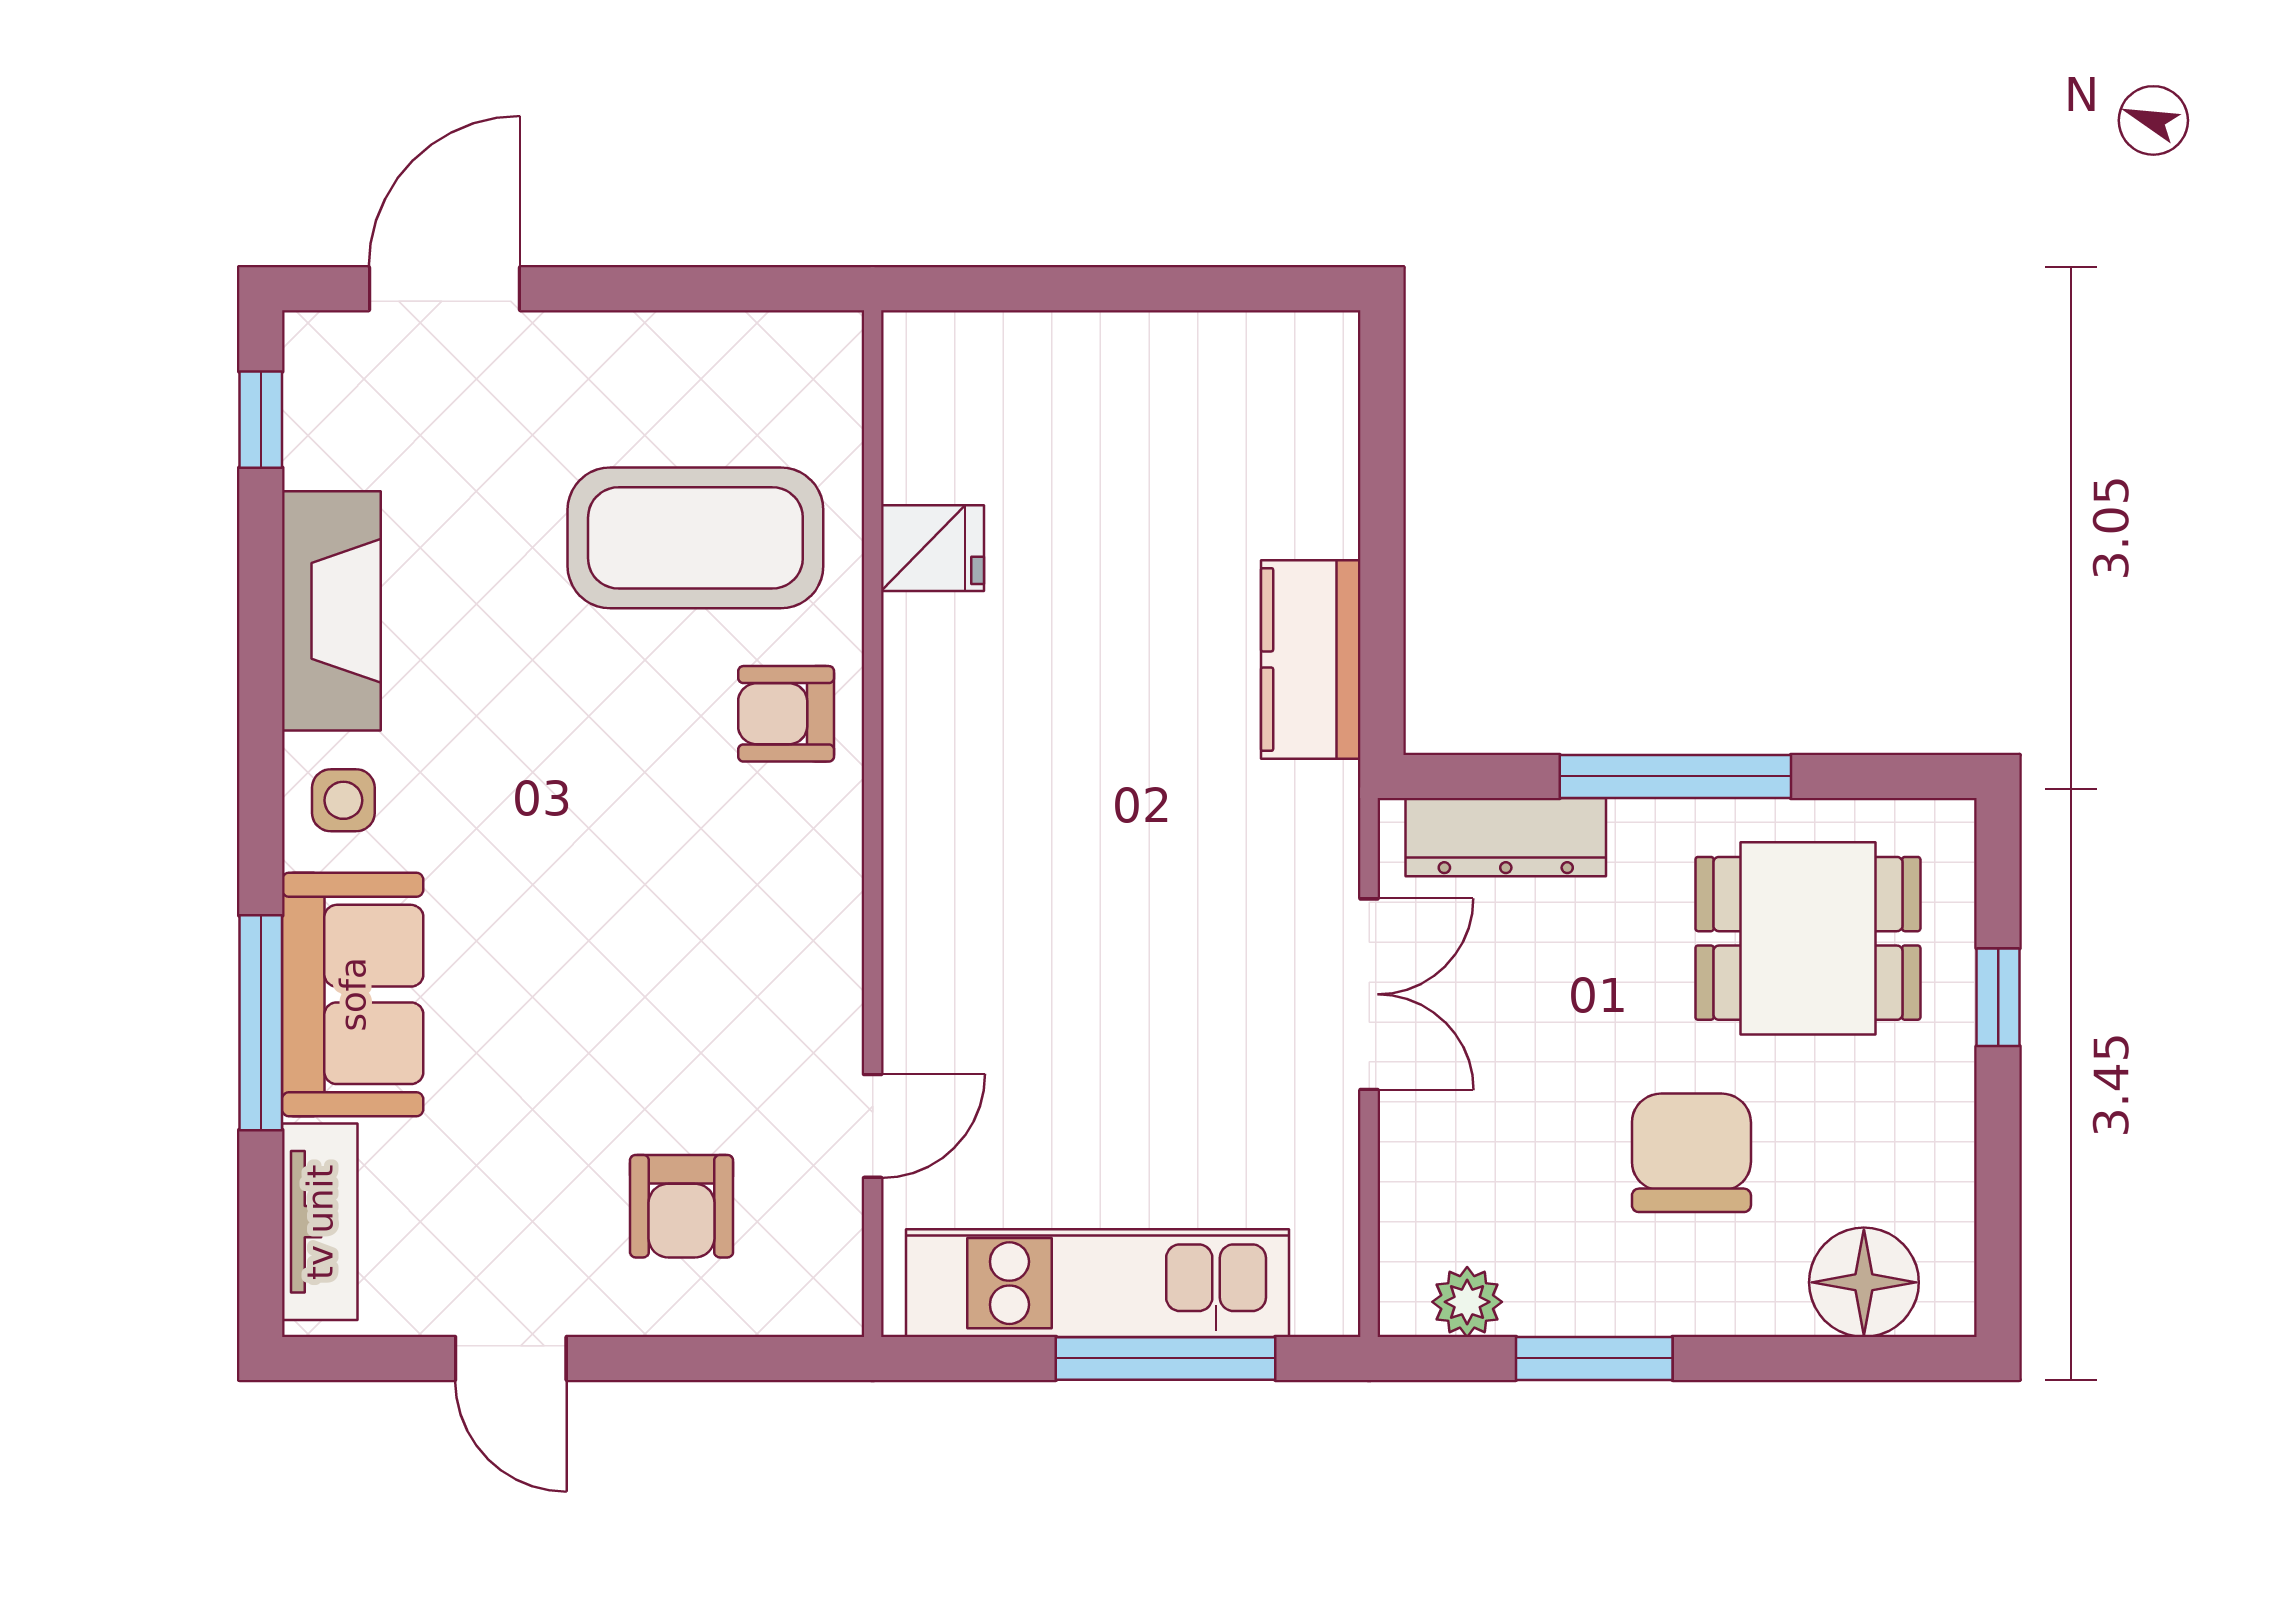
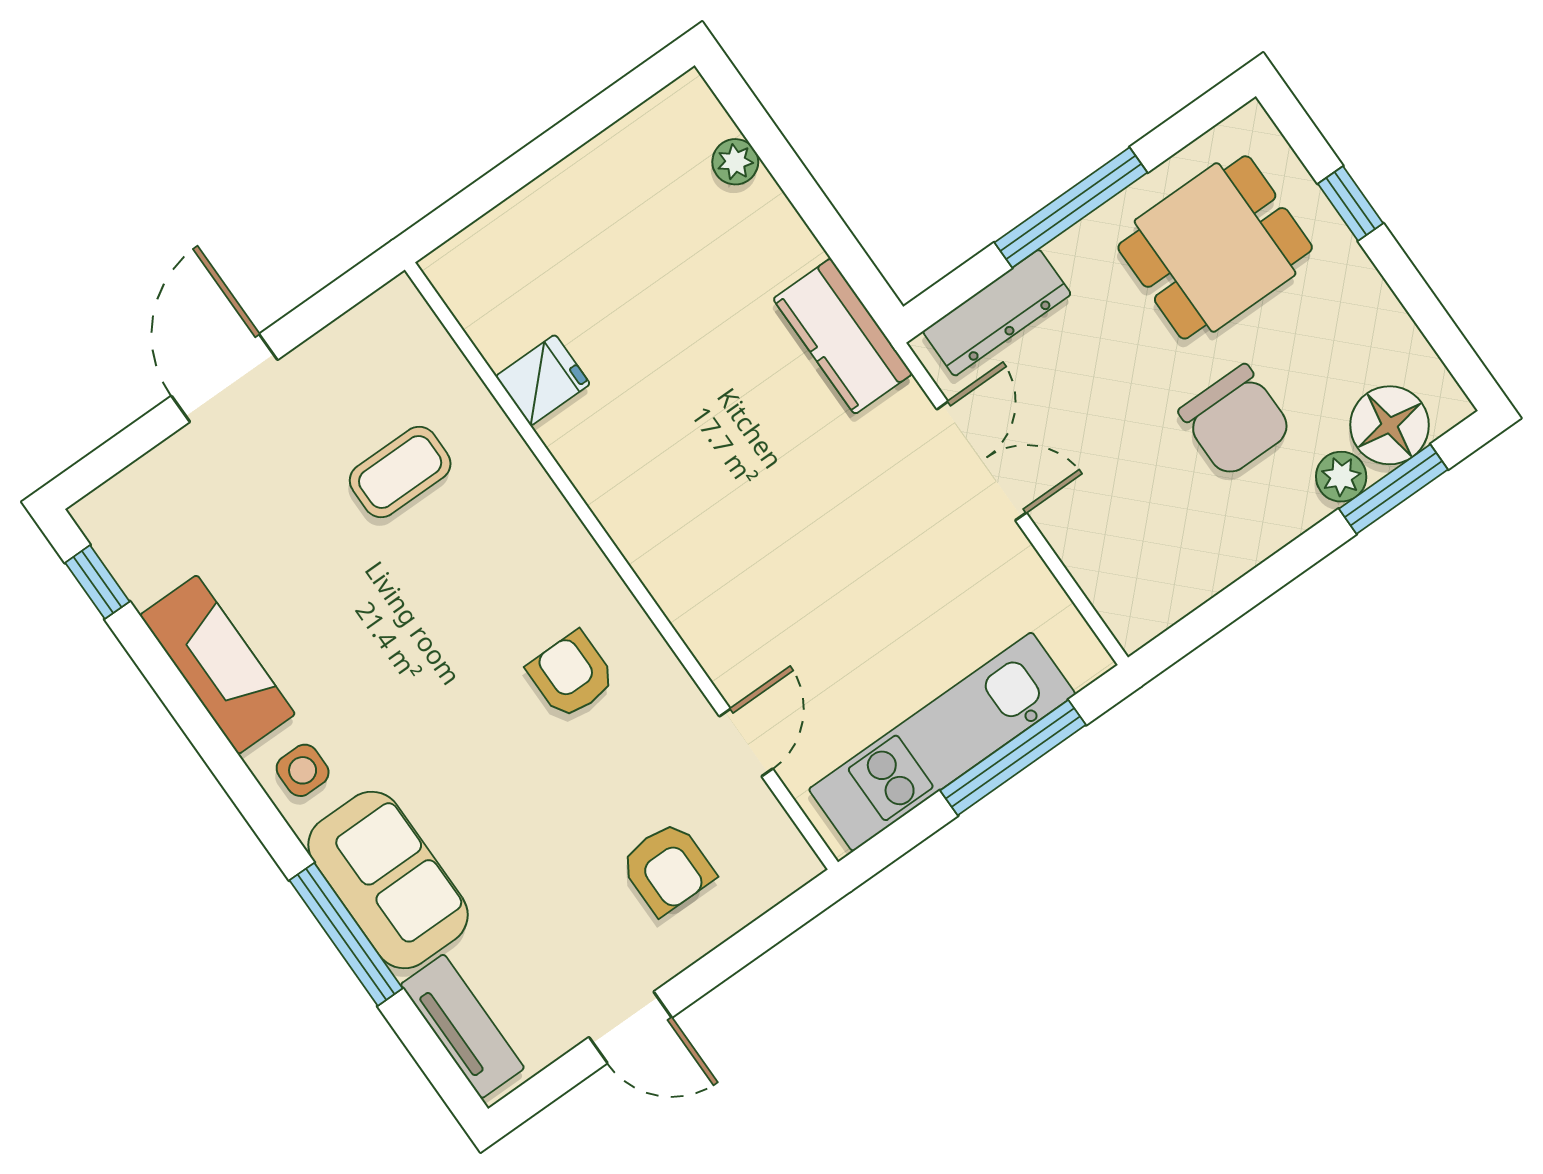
door: (445, 289) -> (224, 378), moved
plant: (1329, 454) -> (735, 162), added
coffee table: (695, 538) -> (400, 472), width x0.54, depth x0.58
kitchen counter: (1311, 659) -> (843, 336), moved
armchair: (786, 714) -> (571, 675), moved, turned 90
chair: (1691, 1153) -> (1235, 421), turned 180
plant: (1467, 1302) -> (1341, 477), moved
window: (1594, 1358) -> (1393, 489), moved

